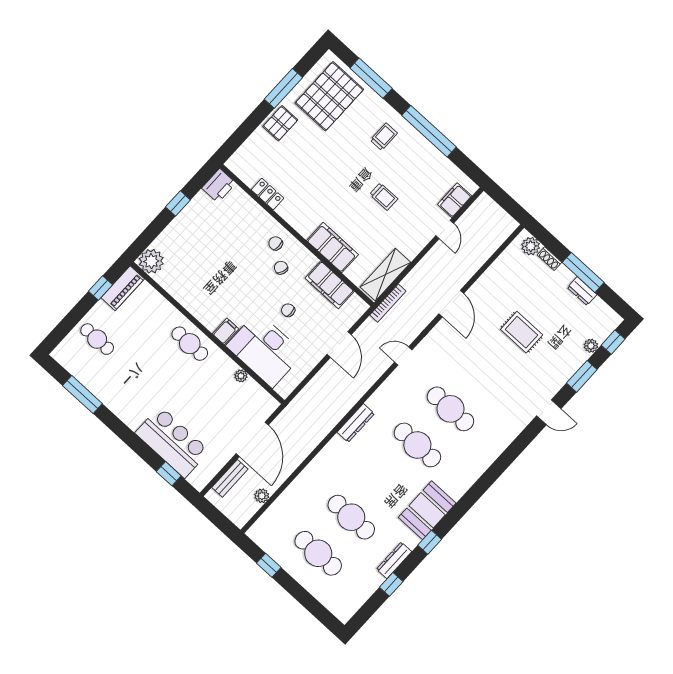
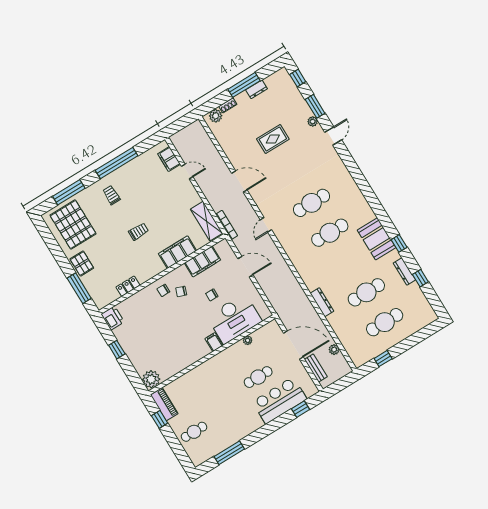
window: (283, 88) -> (79, 288), moved
trolley: (384, 197) -> (139, 232), moved
cafe table: (190, 344) -> (258, 377), moved
plant: (591, 346) -> (313, 121), moved
dresser: (356, 423) -> (322, 302), moved

